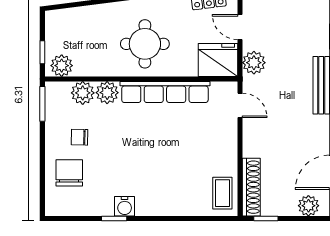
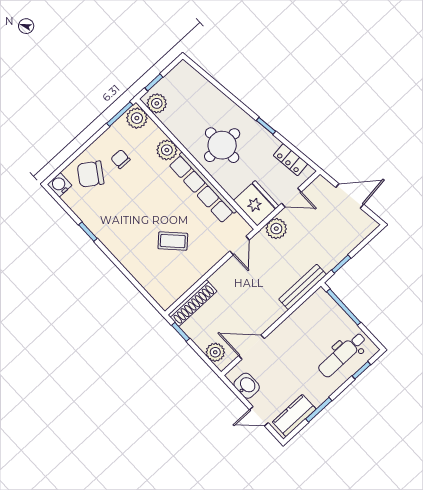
door: (240, 27) -> (291, 198), swing flipped
plant: (83, 93) -> (137, 118), moved
chair: (69, 173) -> (91, 174), turned -146
coffee table: (222, 193) -> (173, 241), moved, turned 46
water cooler: (125, 206) -> (60, 185), moved, turned 90

